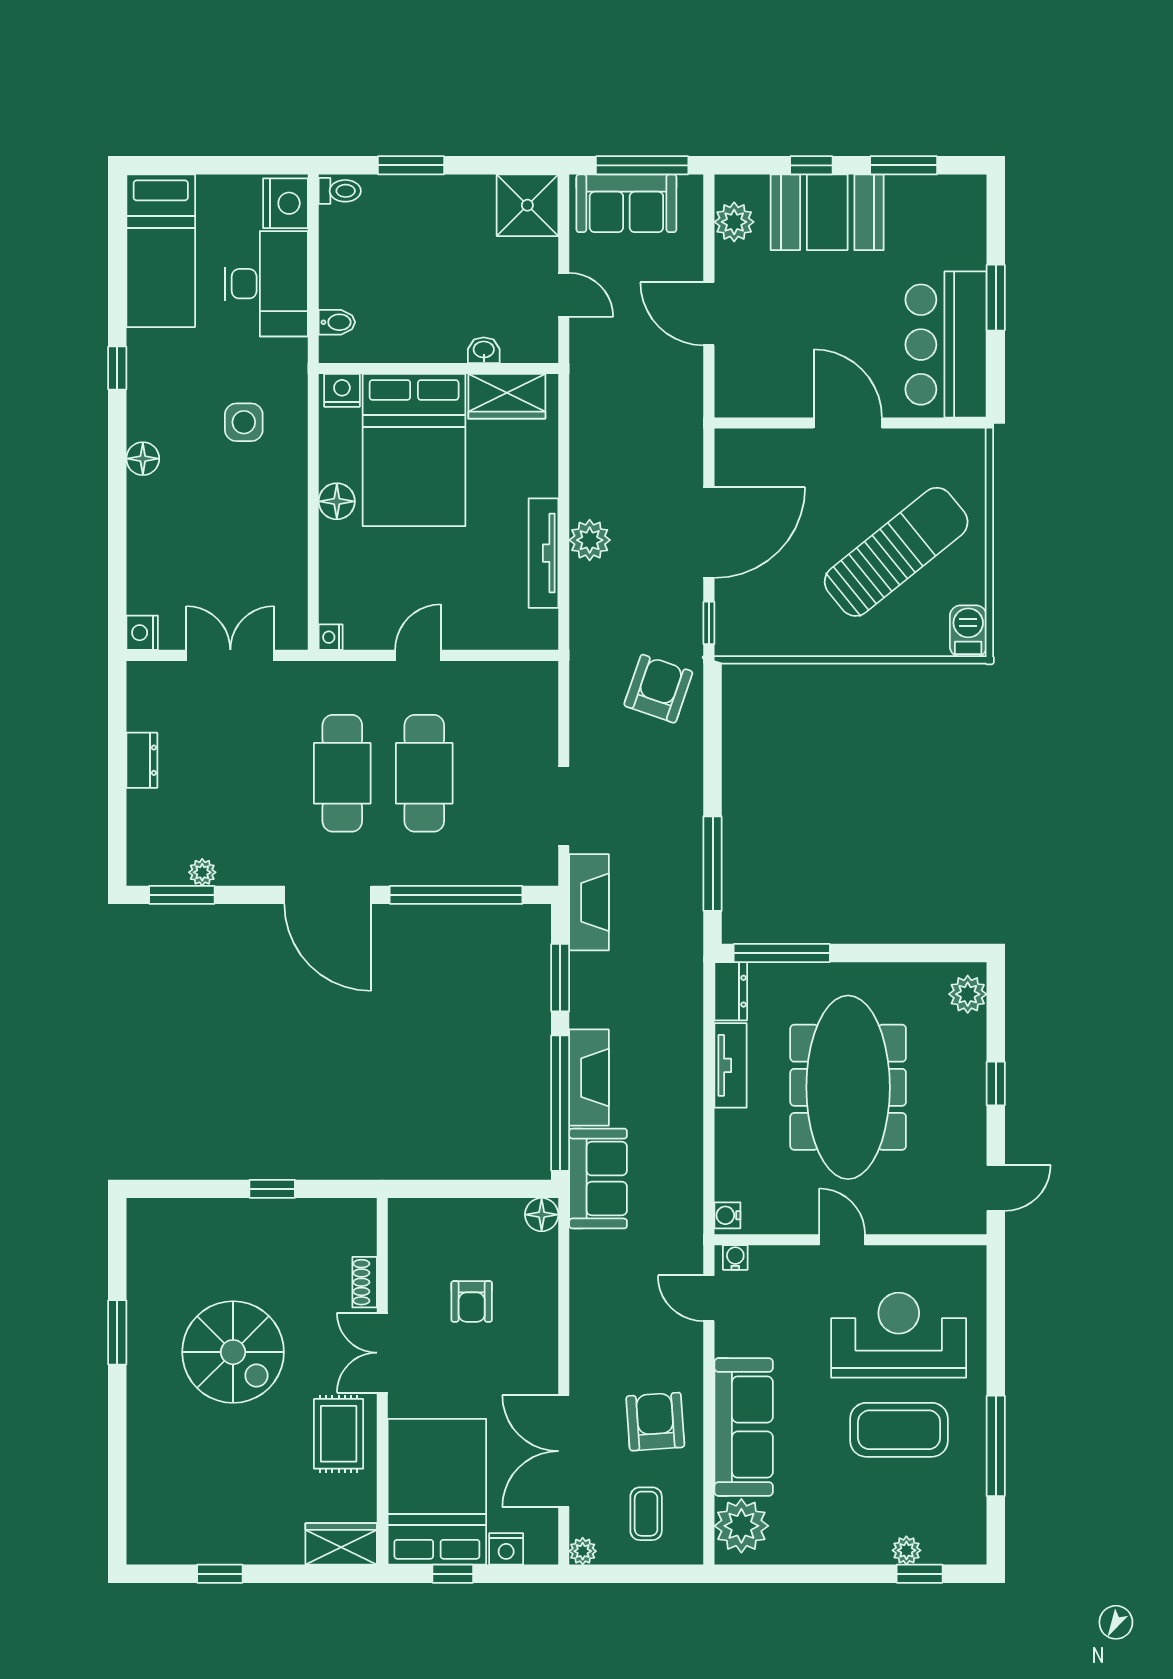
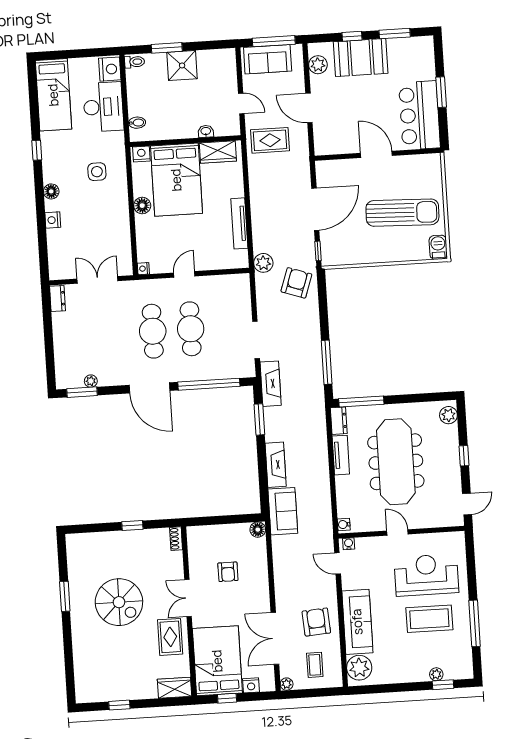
shower: (527, 205) -> (182, 65), moved
rug: (621, 378) -> (270, 140), added
plant: (590, 540) -> (263, 263), moved
sun lounger: (896, 552) -> (402, 213), turned 41
nightstand: (142, 633) -> (53, 220), moved
dresser: (142, 760) -> (58, 299), moved
window: (560, 1103) -> (263, 477), removed
shoe rack: (365, 1282) -> (176, 539), moved

